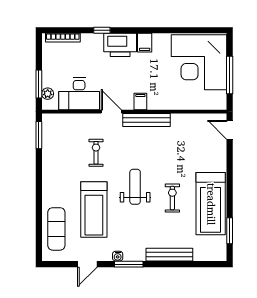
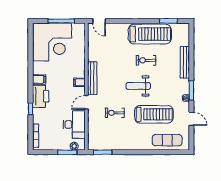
door: (230, 130) -> (99, 21), hinge flipped

